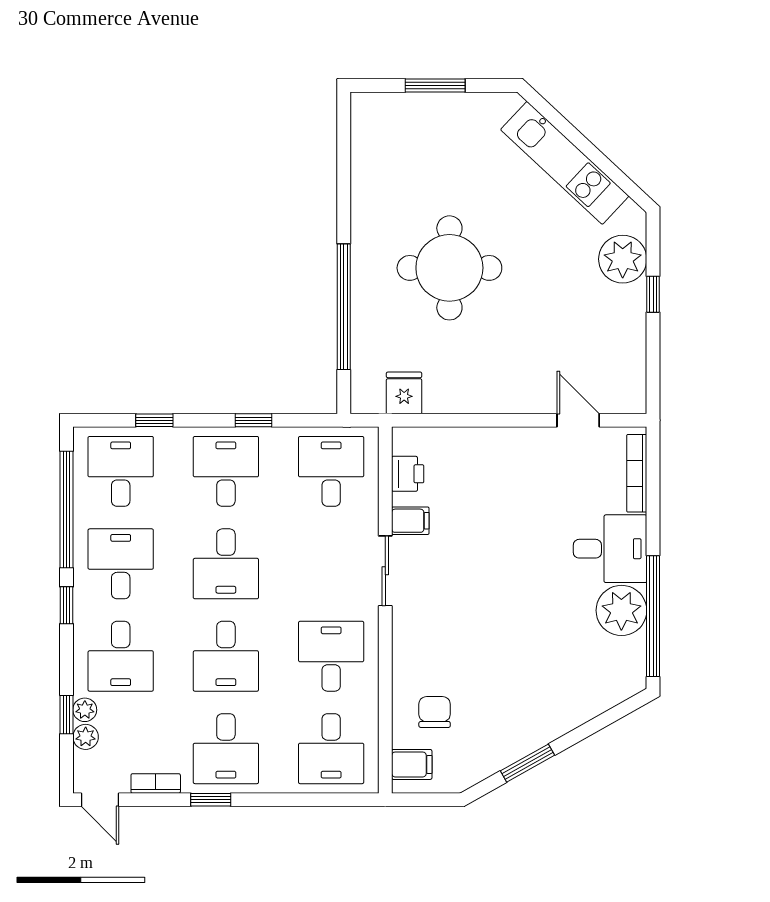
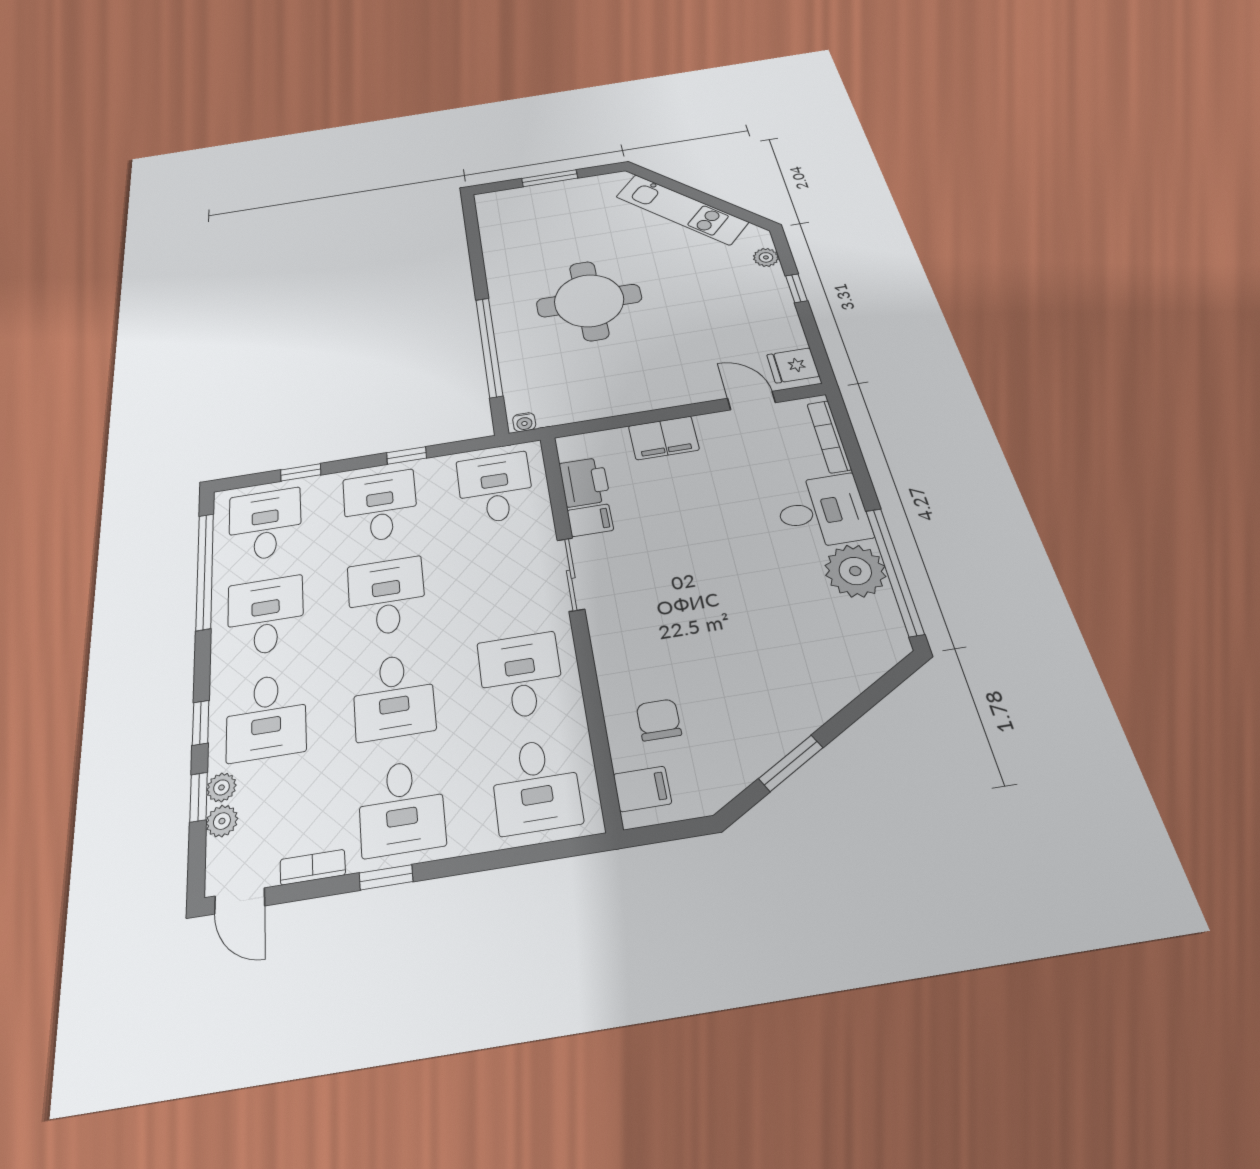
plant: (623, 259) -> (766, 257), width x0.53, depth x0.53
fridge: (404, 393) -> (793, 365), moved, turned -90
water cooler: (366, 404) -> (524, 422), added
filing cabinet: (490, 446) -> (664, 438), added
printer: (408, 474) -> (585, 482), width x1.36, depth x1.24
desk: (226, 564) -> (387, 596), turned 180
window: (67, 605) -> (201, 723), moved

